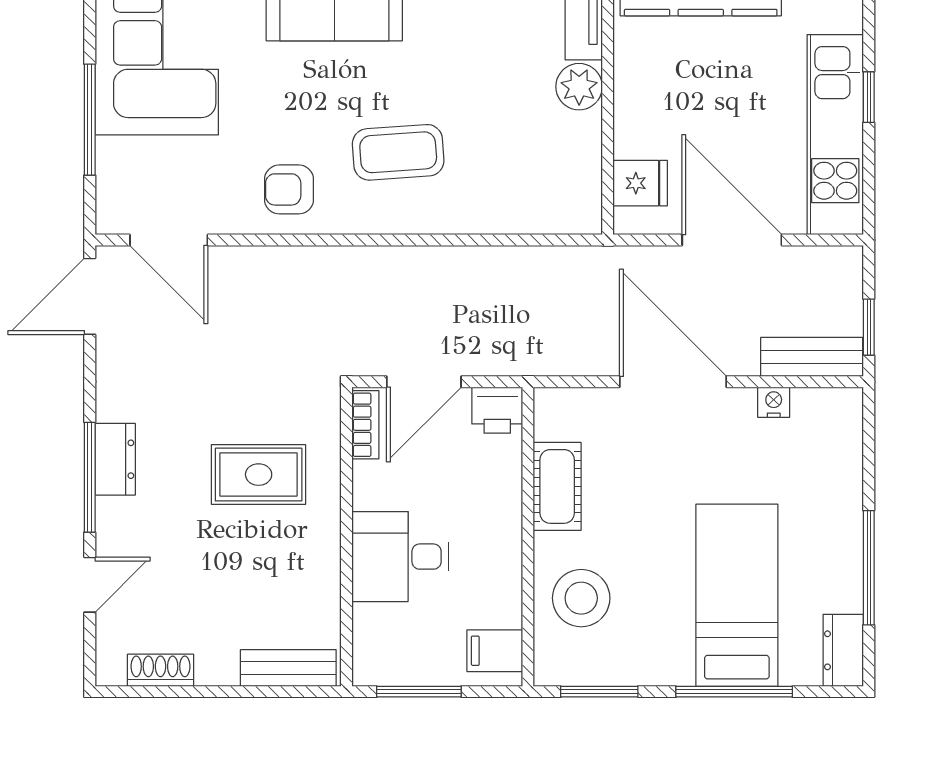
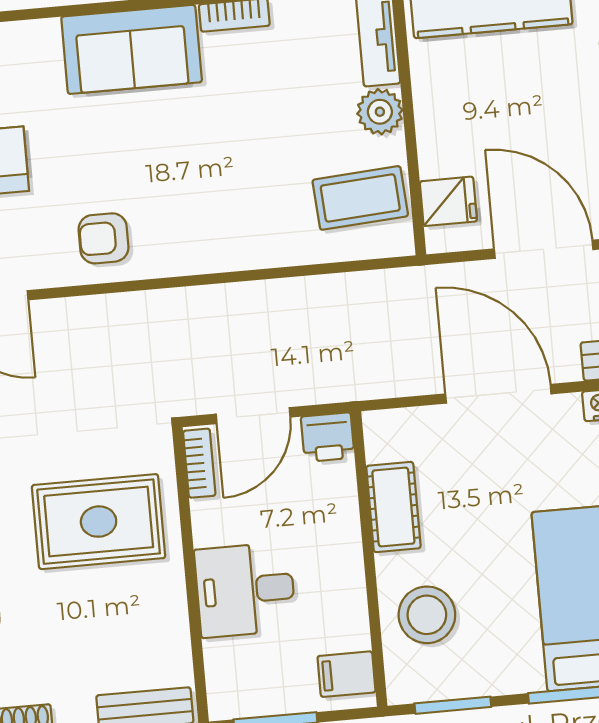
coffee table: (398, 152) -> (360, 198), moved
rug: (259, 475) -> (99, 522), width x1.36, depth x1.43

